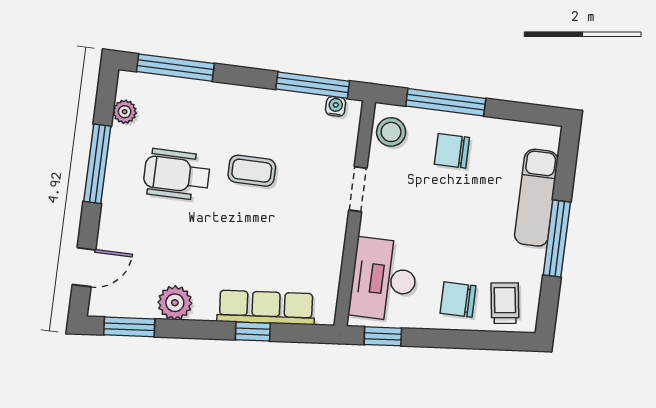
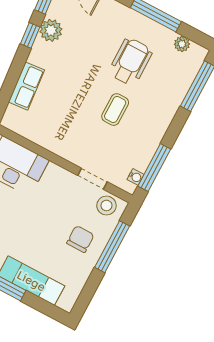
doorway: (358, 189) -> (92, 179), moved
row of seats: (266, 308) -> (26, 86), width x0.68
window: (253, 331) -> (30, 35), moved

